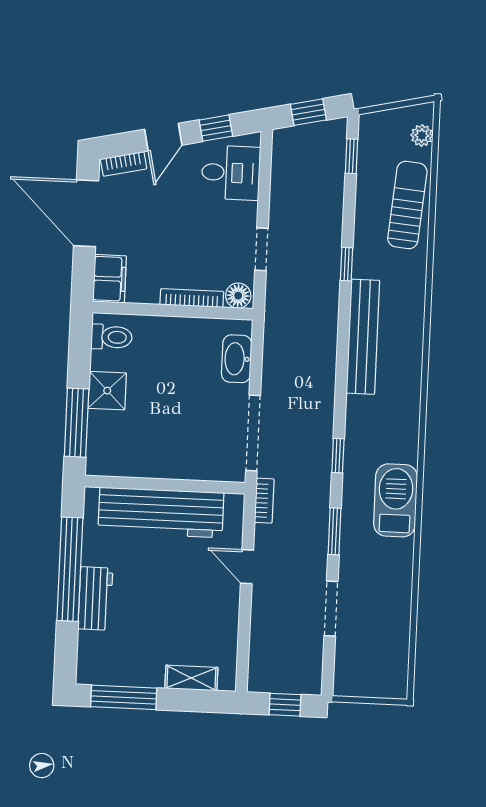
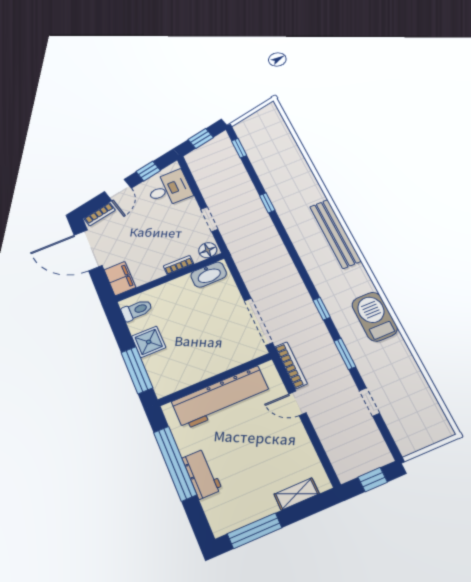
plant: (422, 135) -> (276, 119), removed
sun lounger: (407, 205) -> (287, 157), removed
bookcase: (192, 298) -> (178, 265), width x0.64
bench: (363, 337) -> (335, 234), moved
washbasin: (237, 359) -> (209, 275), moved, turned -90
bookcase: (264, 501) -> (291, 365), width x1.56
doorway: (331, 609) -> (369, 402), width x0.73

